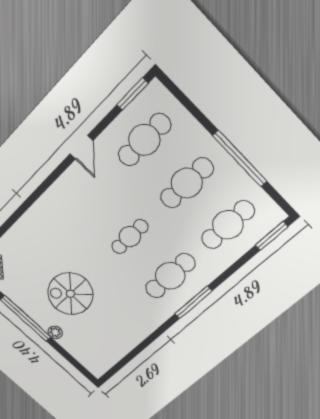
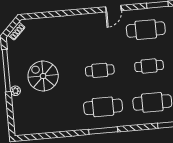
cafe table: (187, 183) -> (149, 66), width x0.73, depth x0.74

